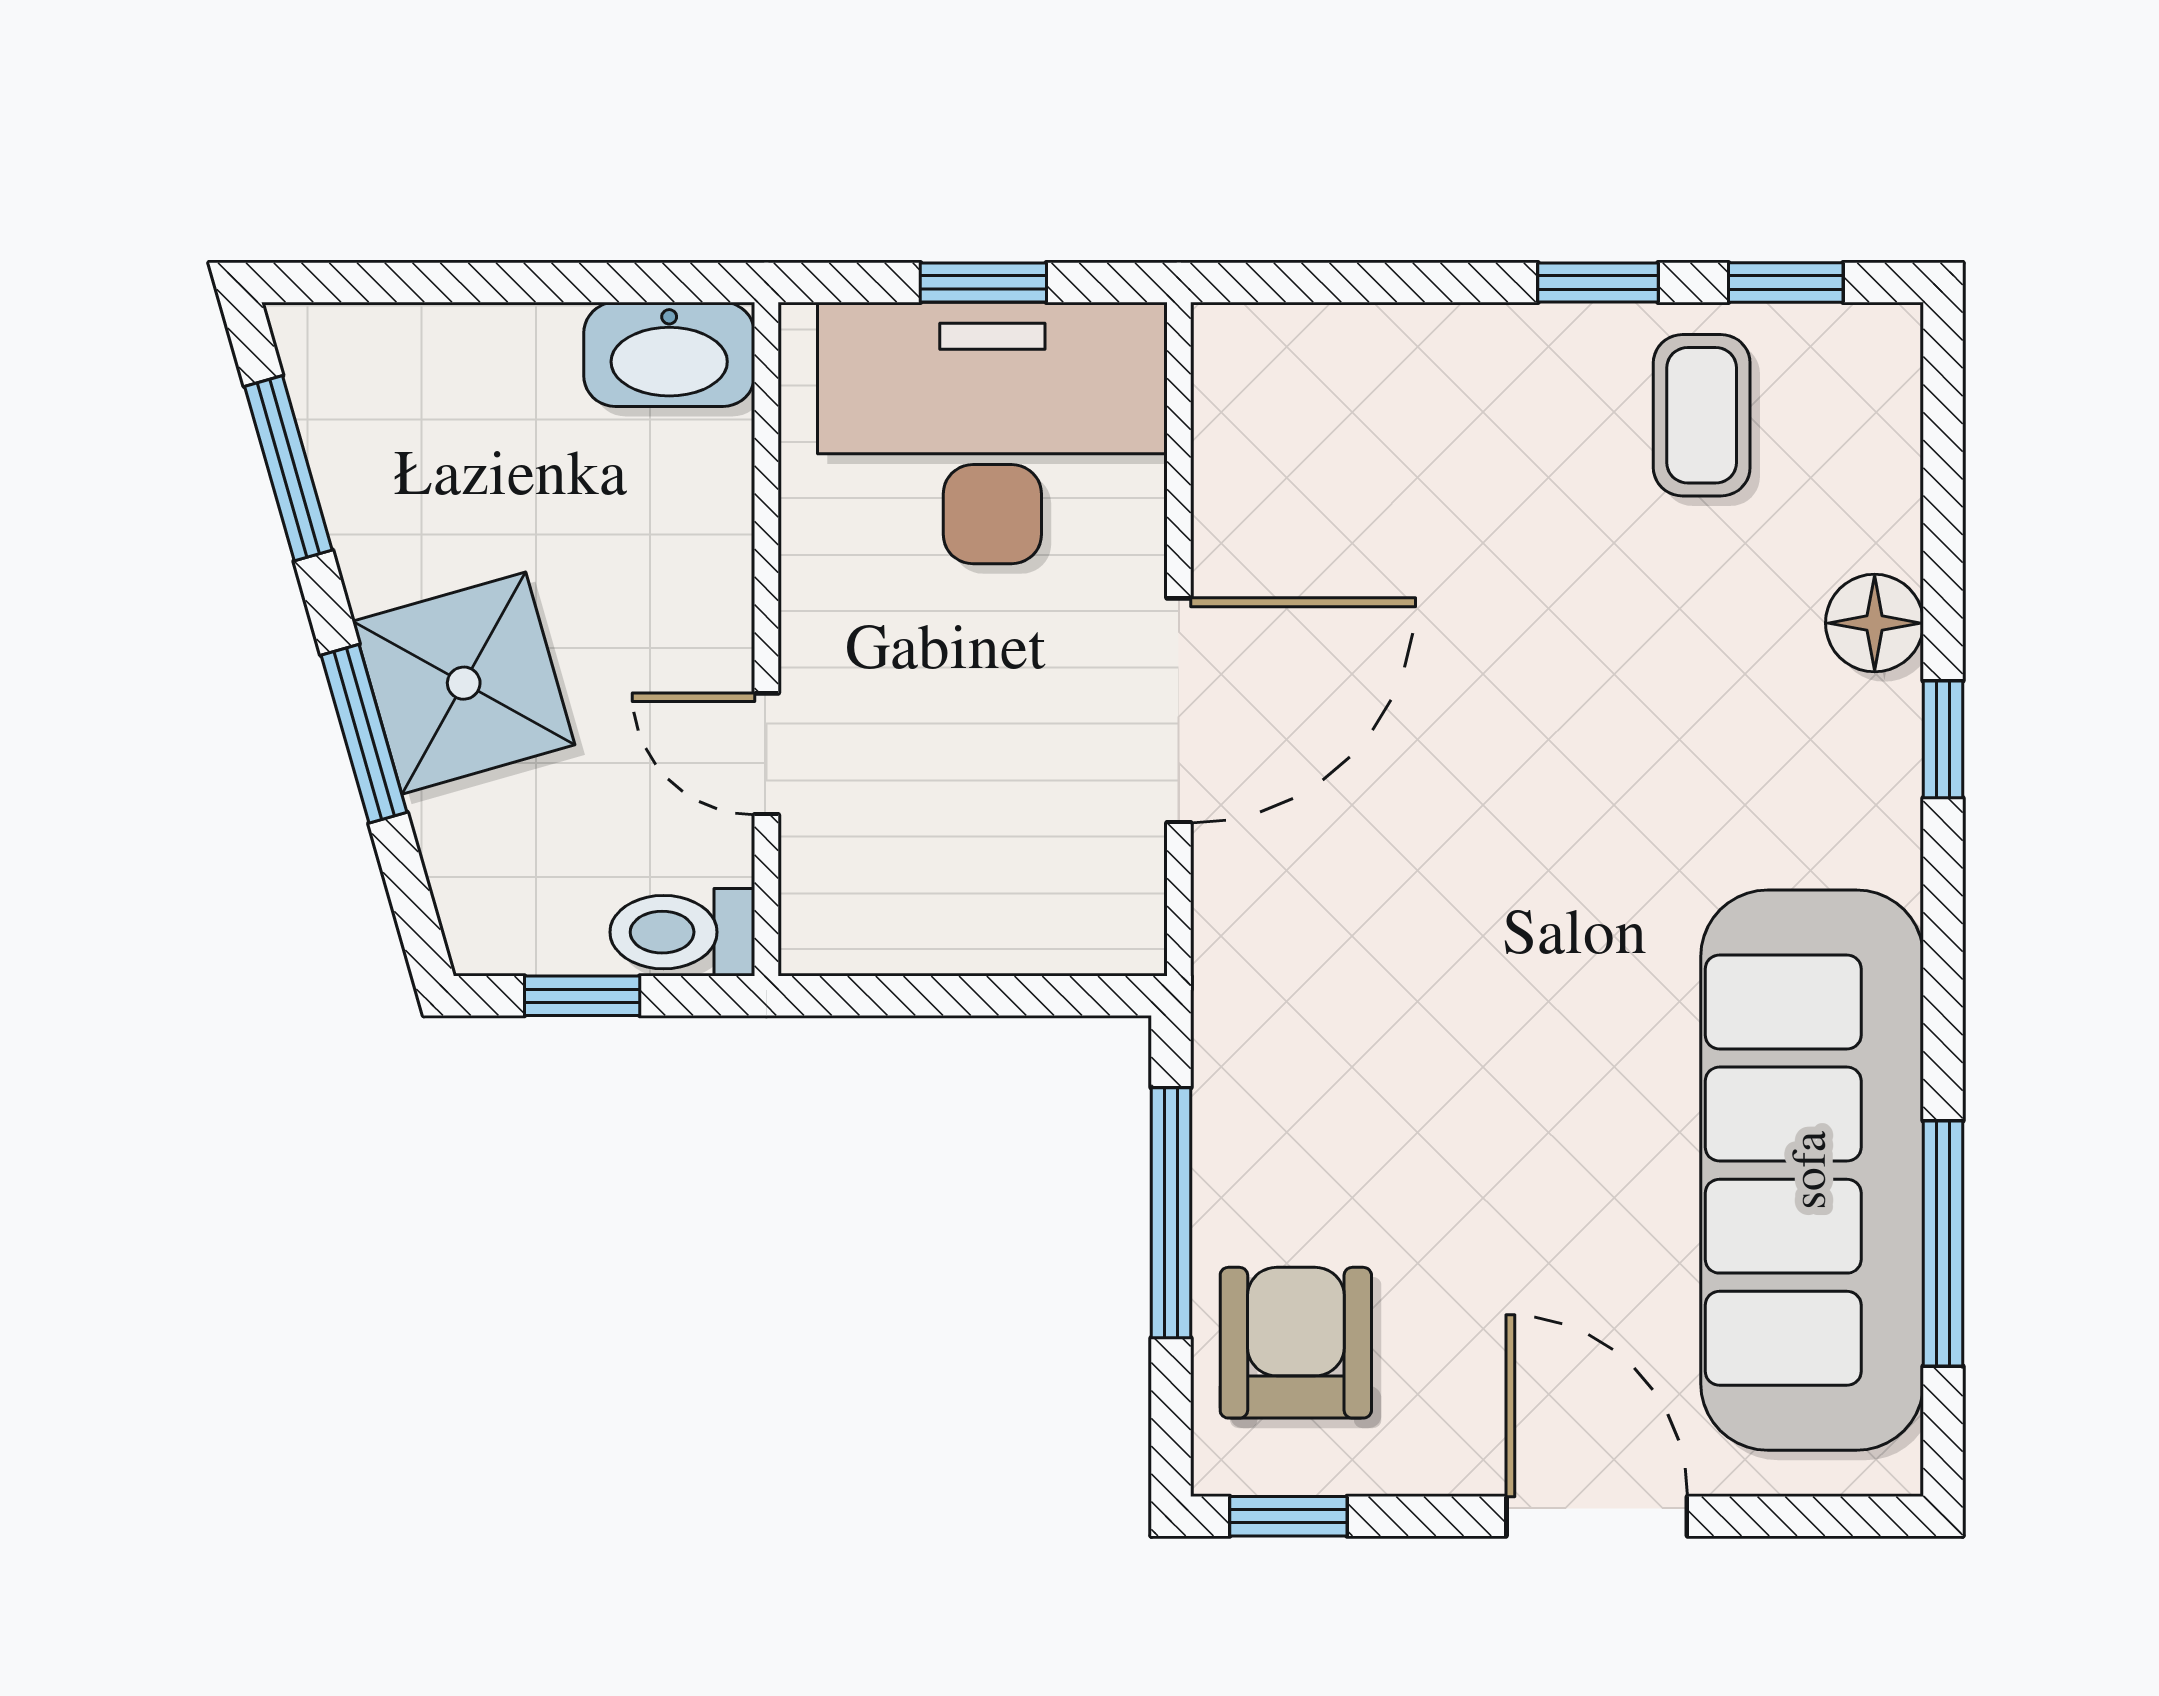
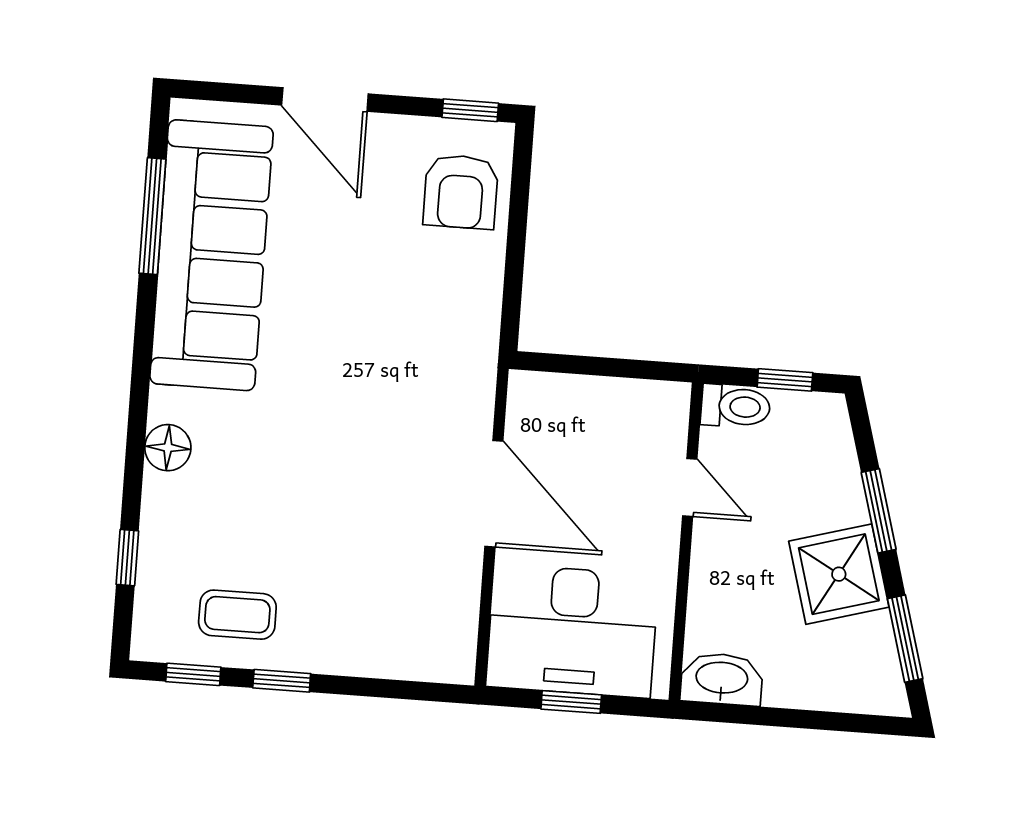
coffee table: (1702, 415) -> (237, 615), turned 90
floor lamp: (1875, 623) -> (168, 448), moved
shower: (464, 683) -> (839, 574), moved
door: (1179, 710) -> (494, 494), swing flipped
window: (1943, 739) -> (127, 558), moved
window: (1171, 1213) -> (515, 257), removed

